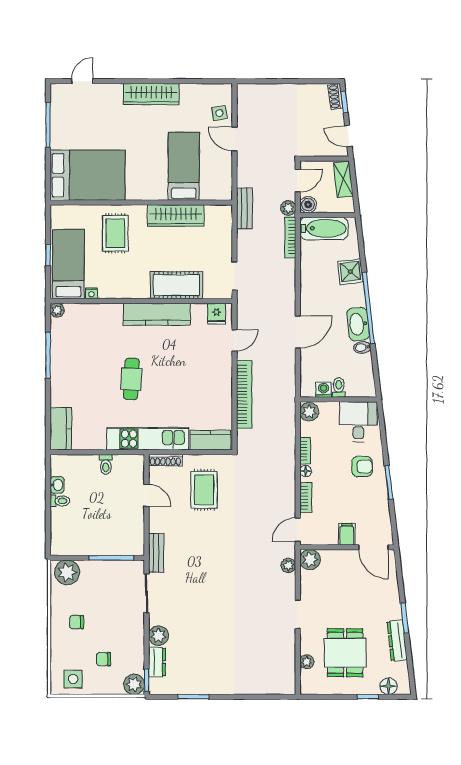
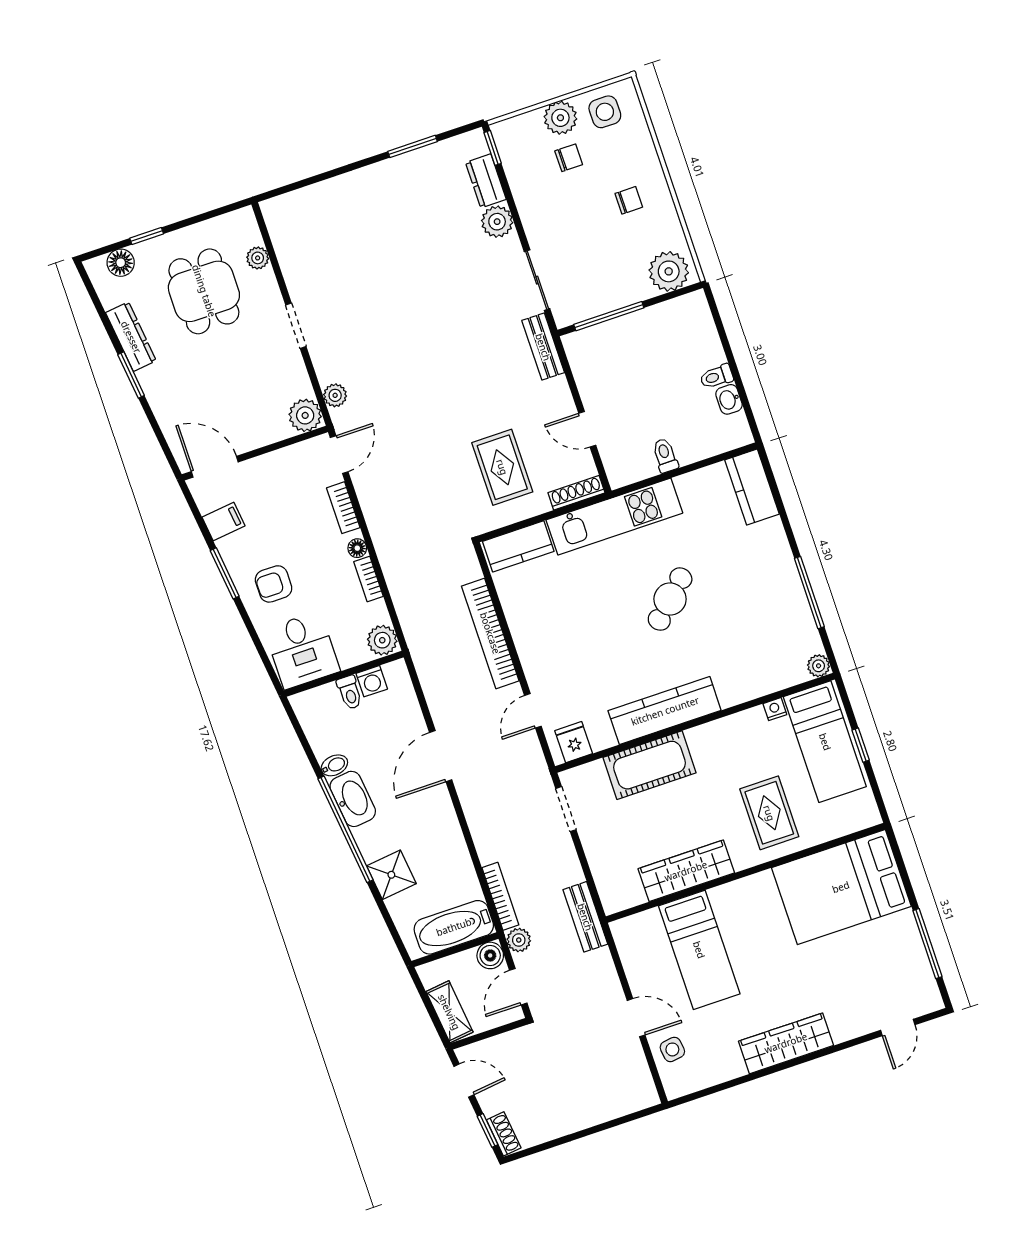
cafe table: (131, 379) -> (670, 599), turned 43
filing cabinet: (347, 534) -> (223, 522), moved, turned -97
plant: (134, 684) -> (560, 118), moved

